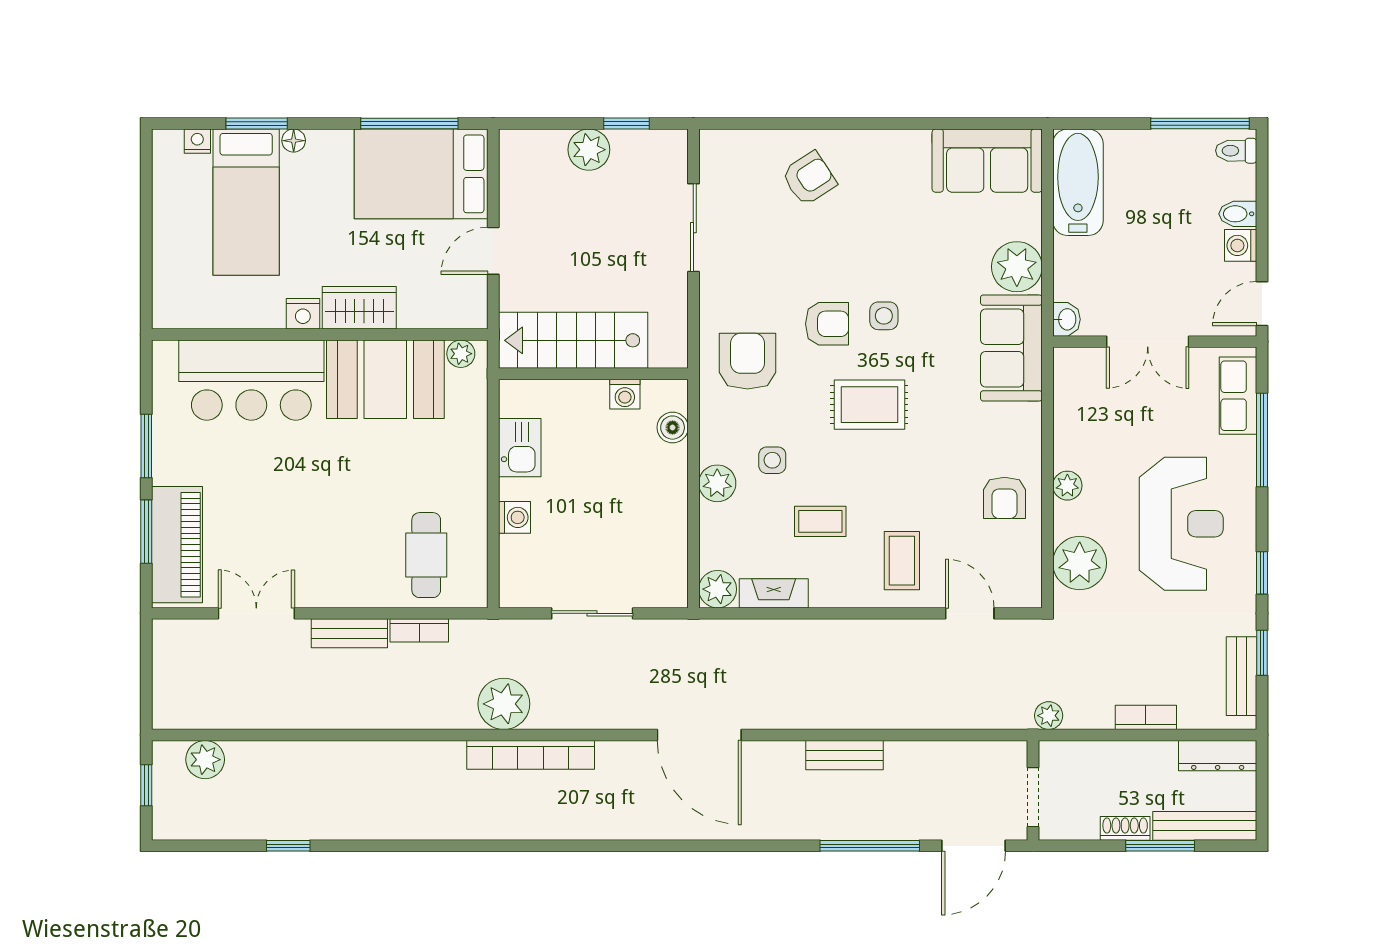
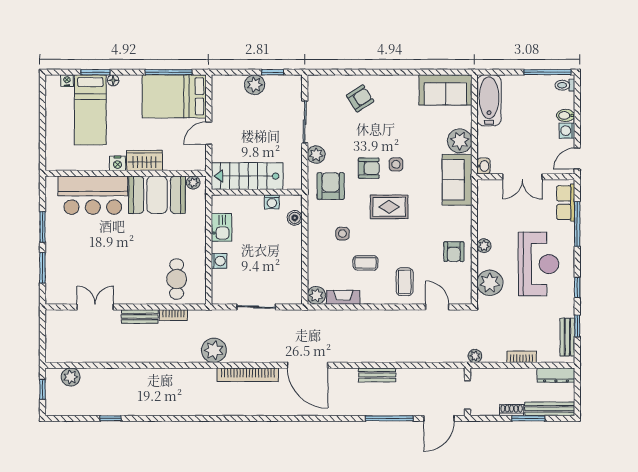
plant: (717, 483) -> (316, 155), moved
piano: (177, 545) -> (57, 274), removed
bookcase: (531, 755) -> (248, 375), moved

